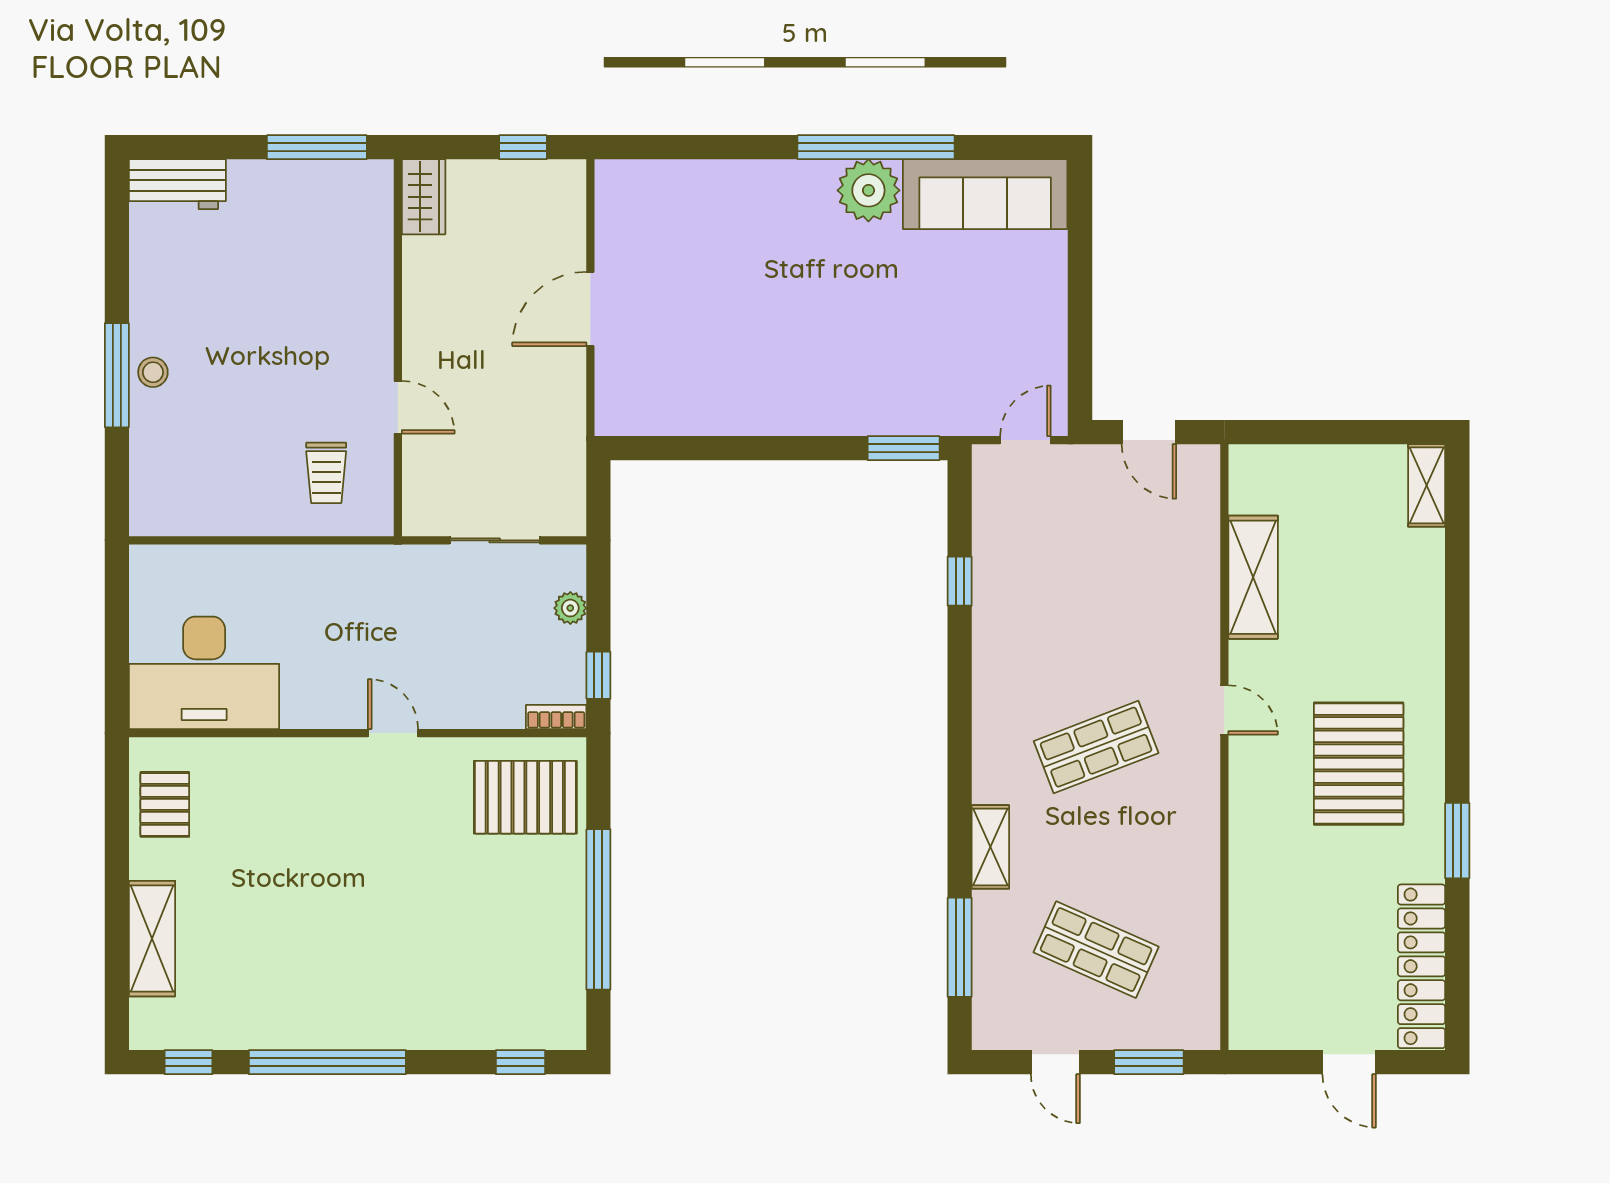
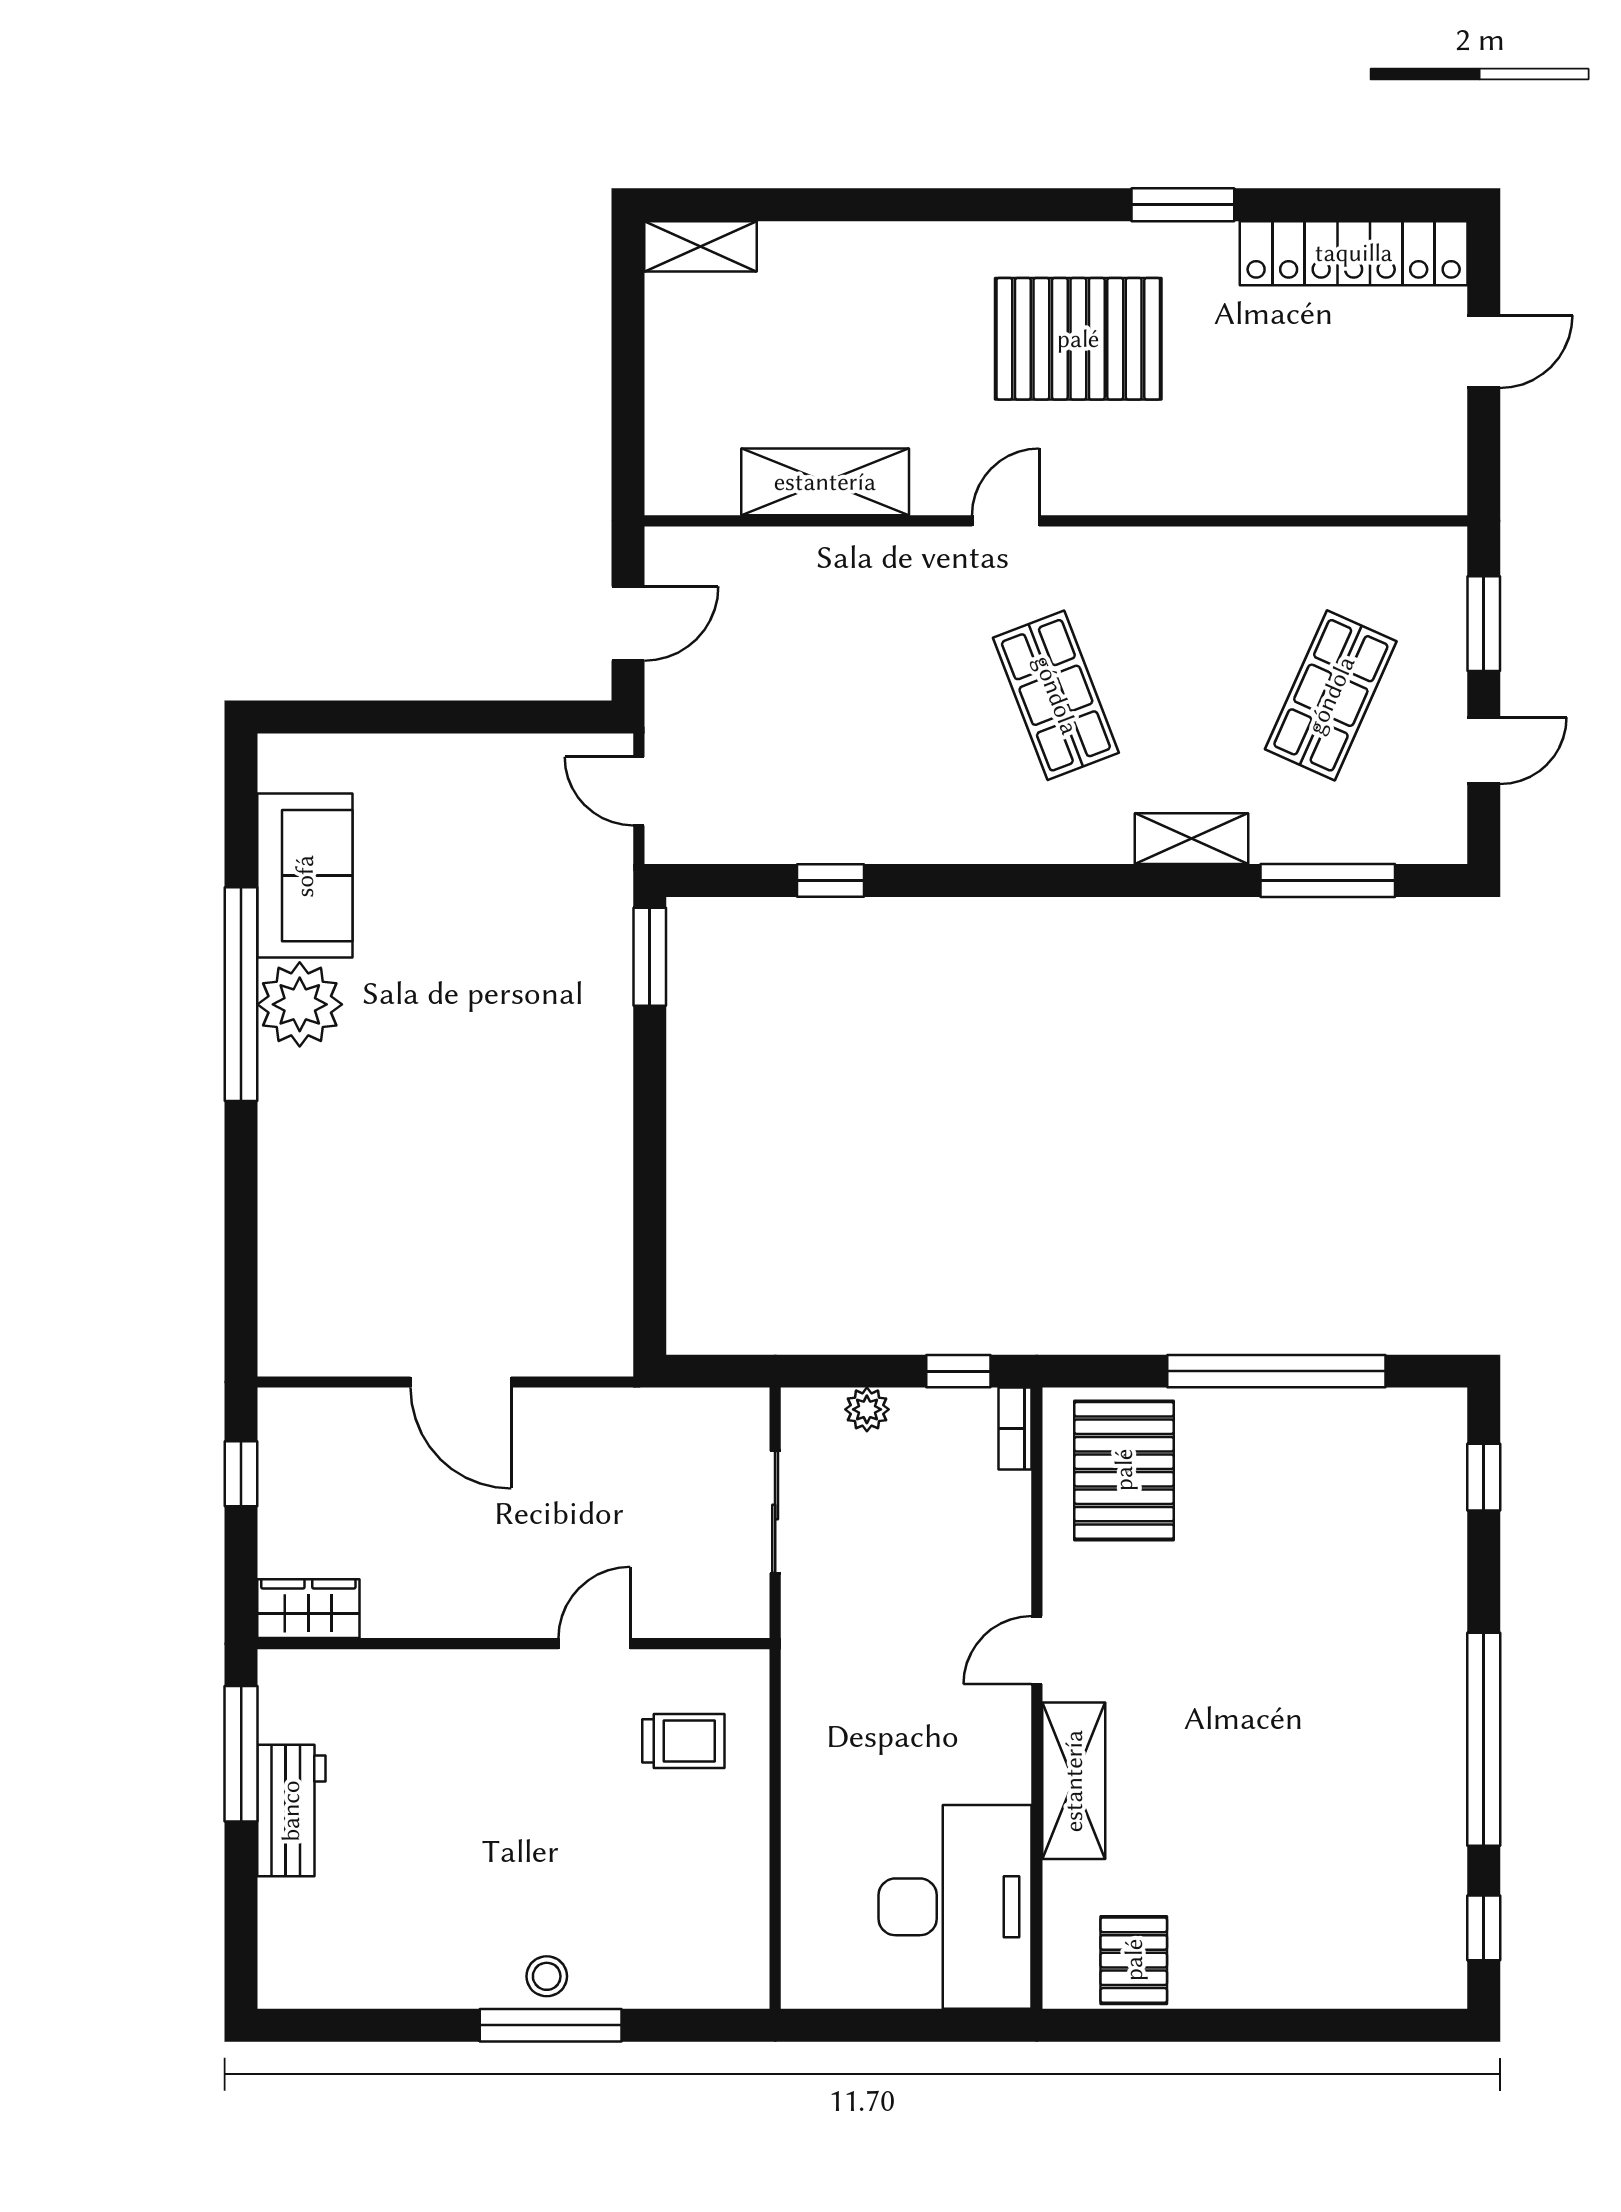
workbench: (177, 184) -> (291, 1811), moved
sofa: (985, 194) -> (305, 876), width x0.73
pallet: (165, 804) -> (1134, 1960), turned 90
shelving: (152, 939) -> (1074, 1781), moved, turned 90

